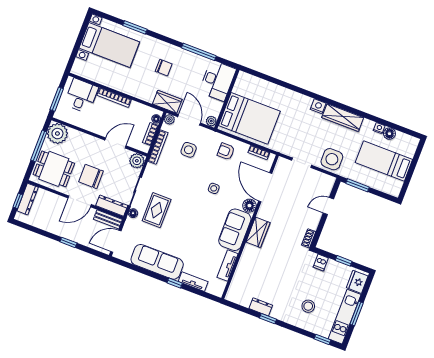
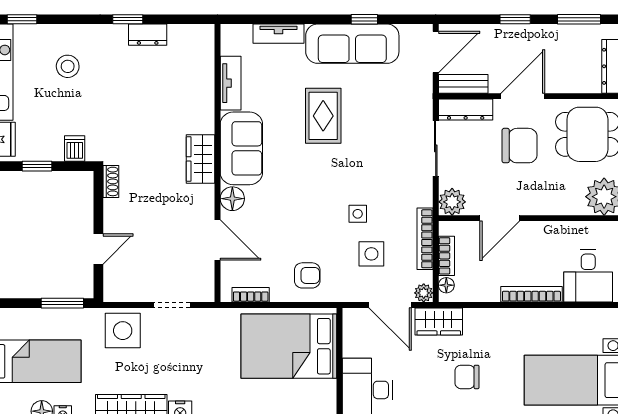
plant: (211, 121) -> (352, 317), removed
door: (265, 187) -> (218, 240), width x0.73
side table: (214, 188) -> (358, 214), moved
rug: (157, 210) -> (323, 116), moved
floor lamp: (133, 213) -> (425, 111), removed
window: (36, 230) -> (579, 19), added
window: (175, 283) -> (364, 19), moved

